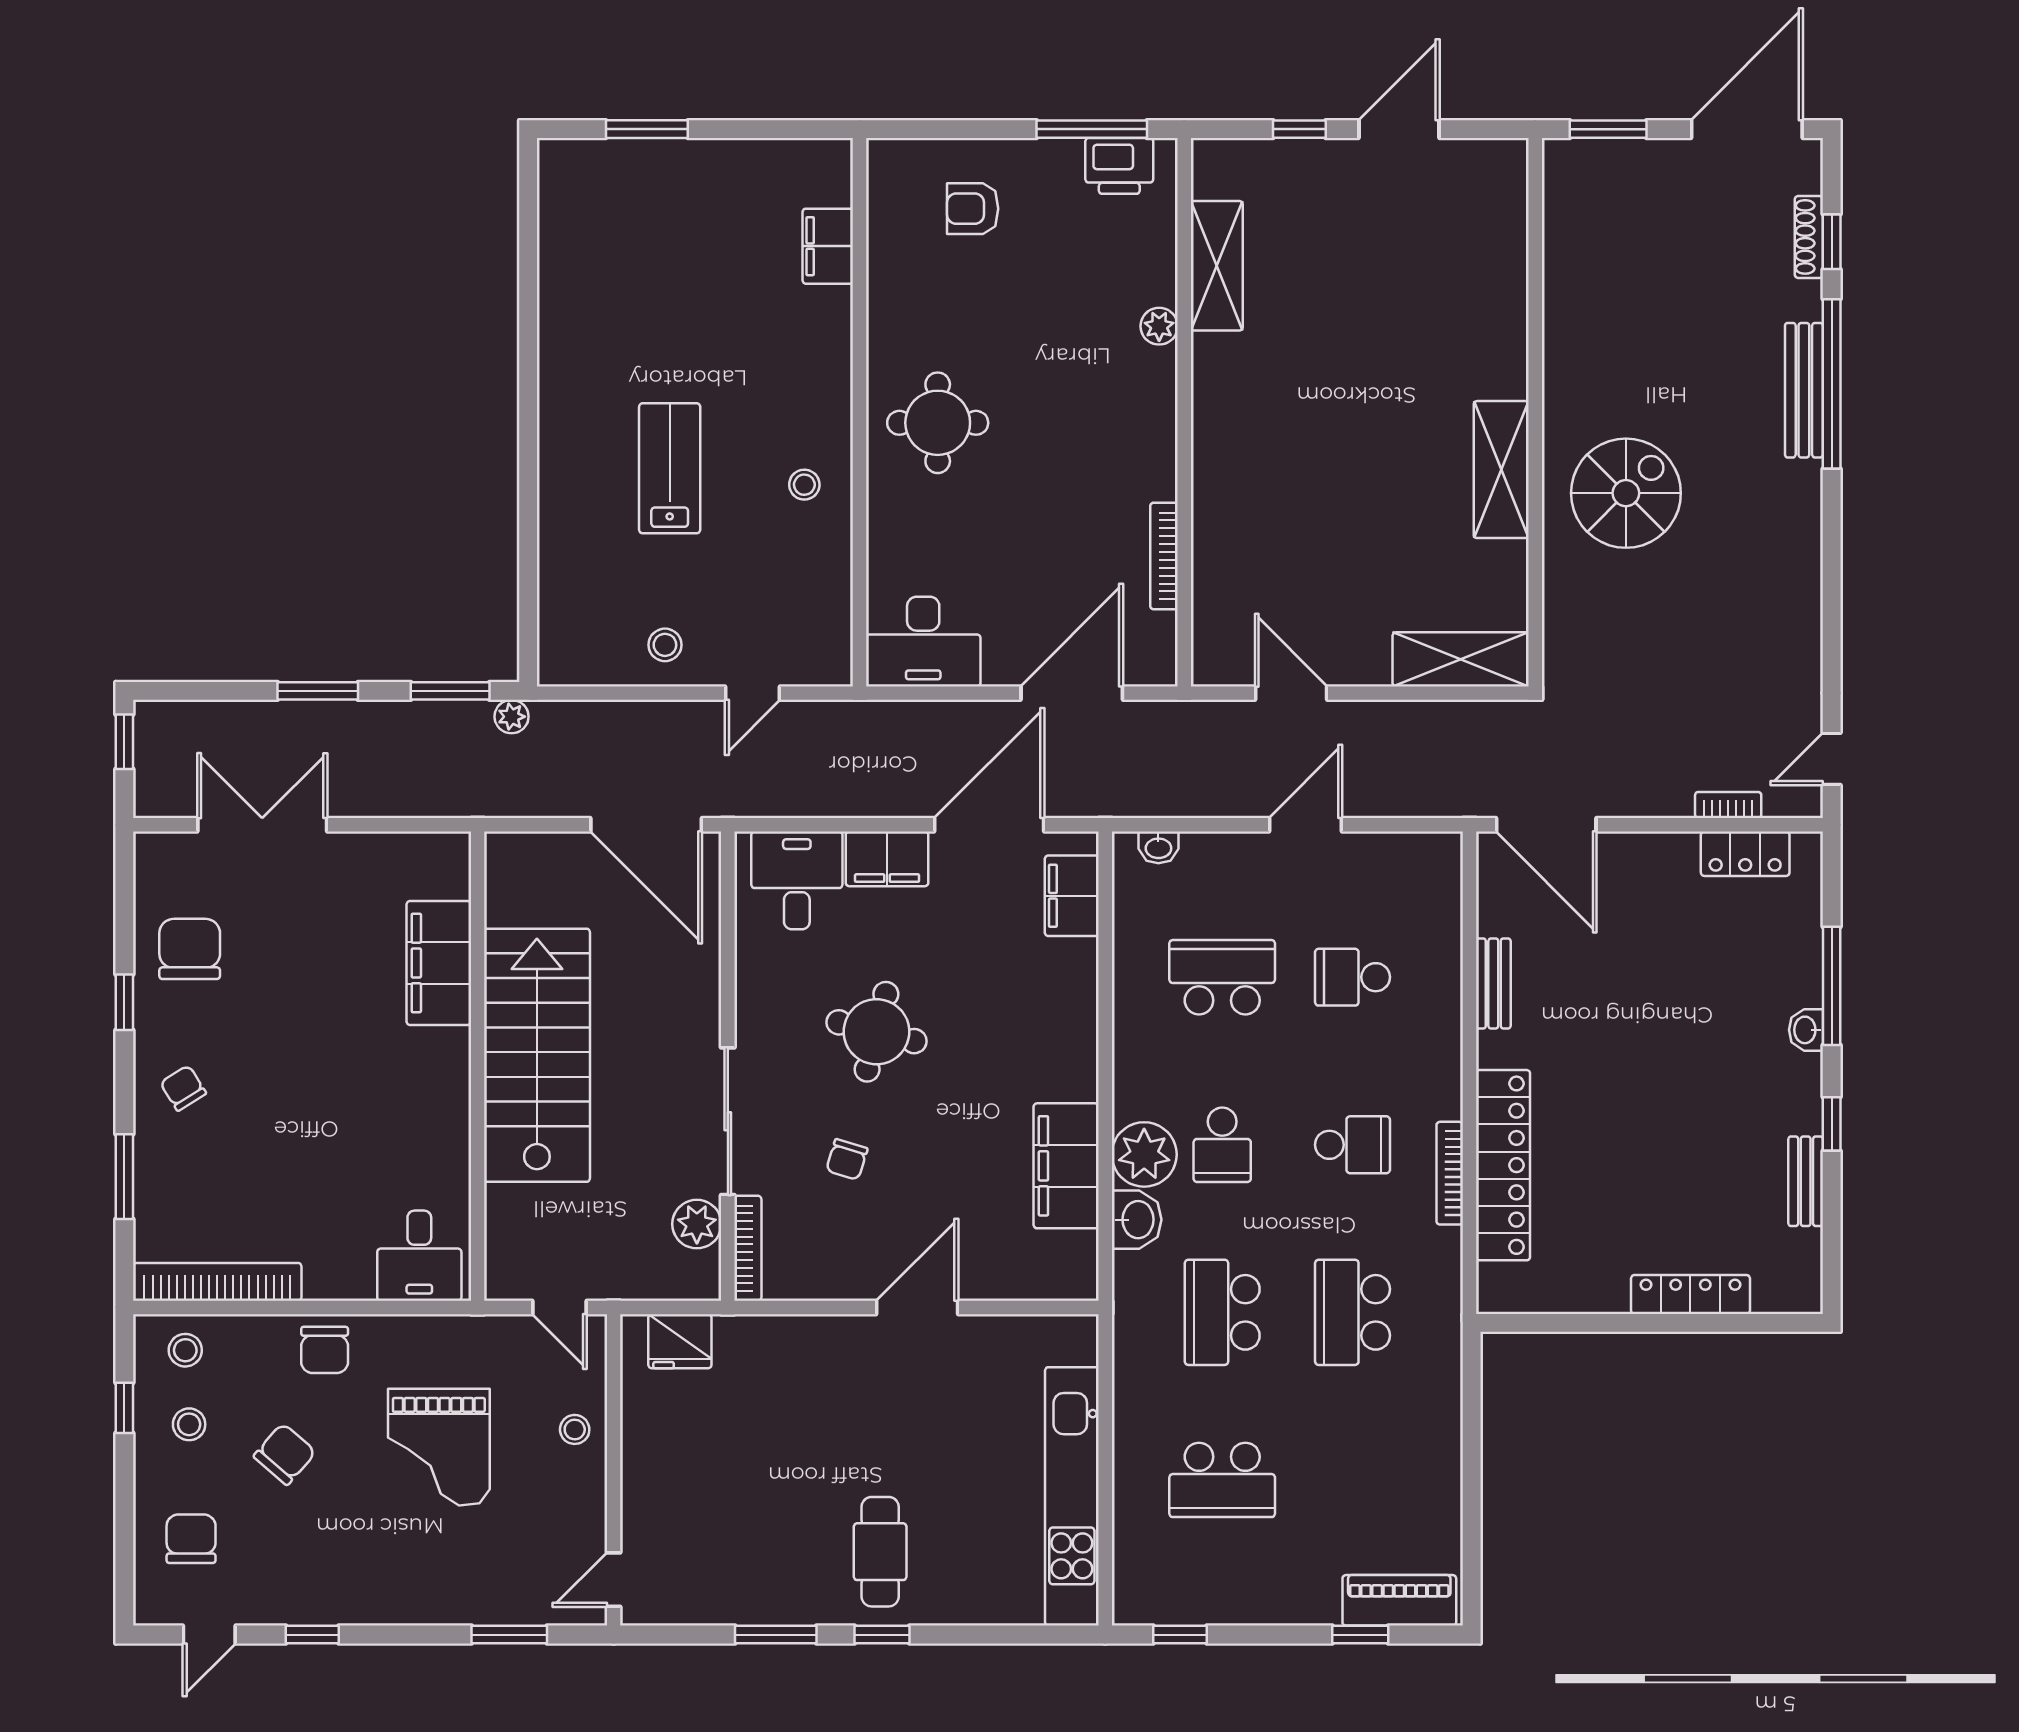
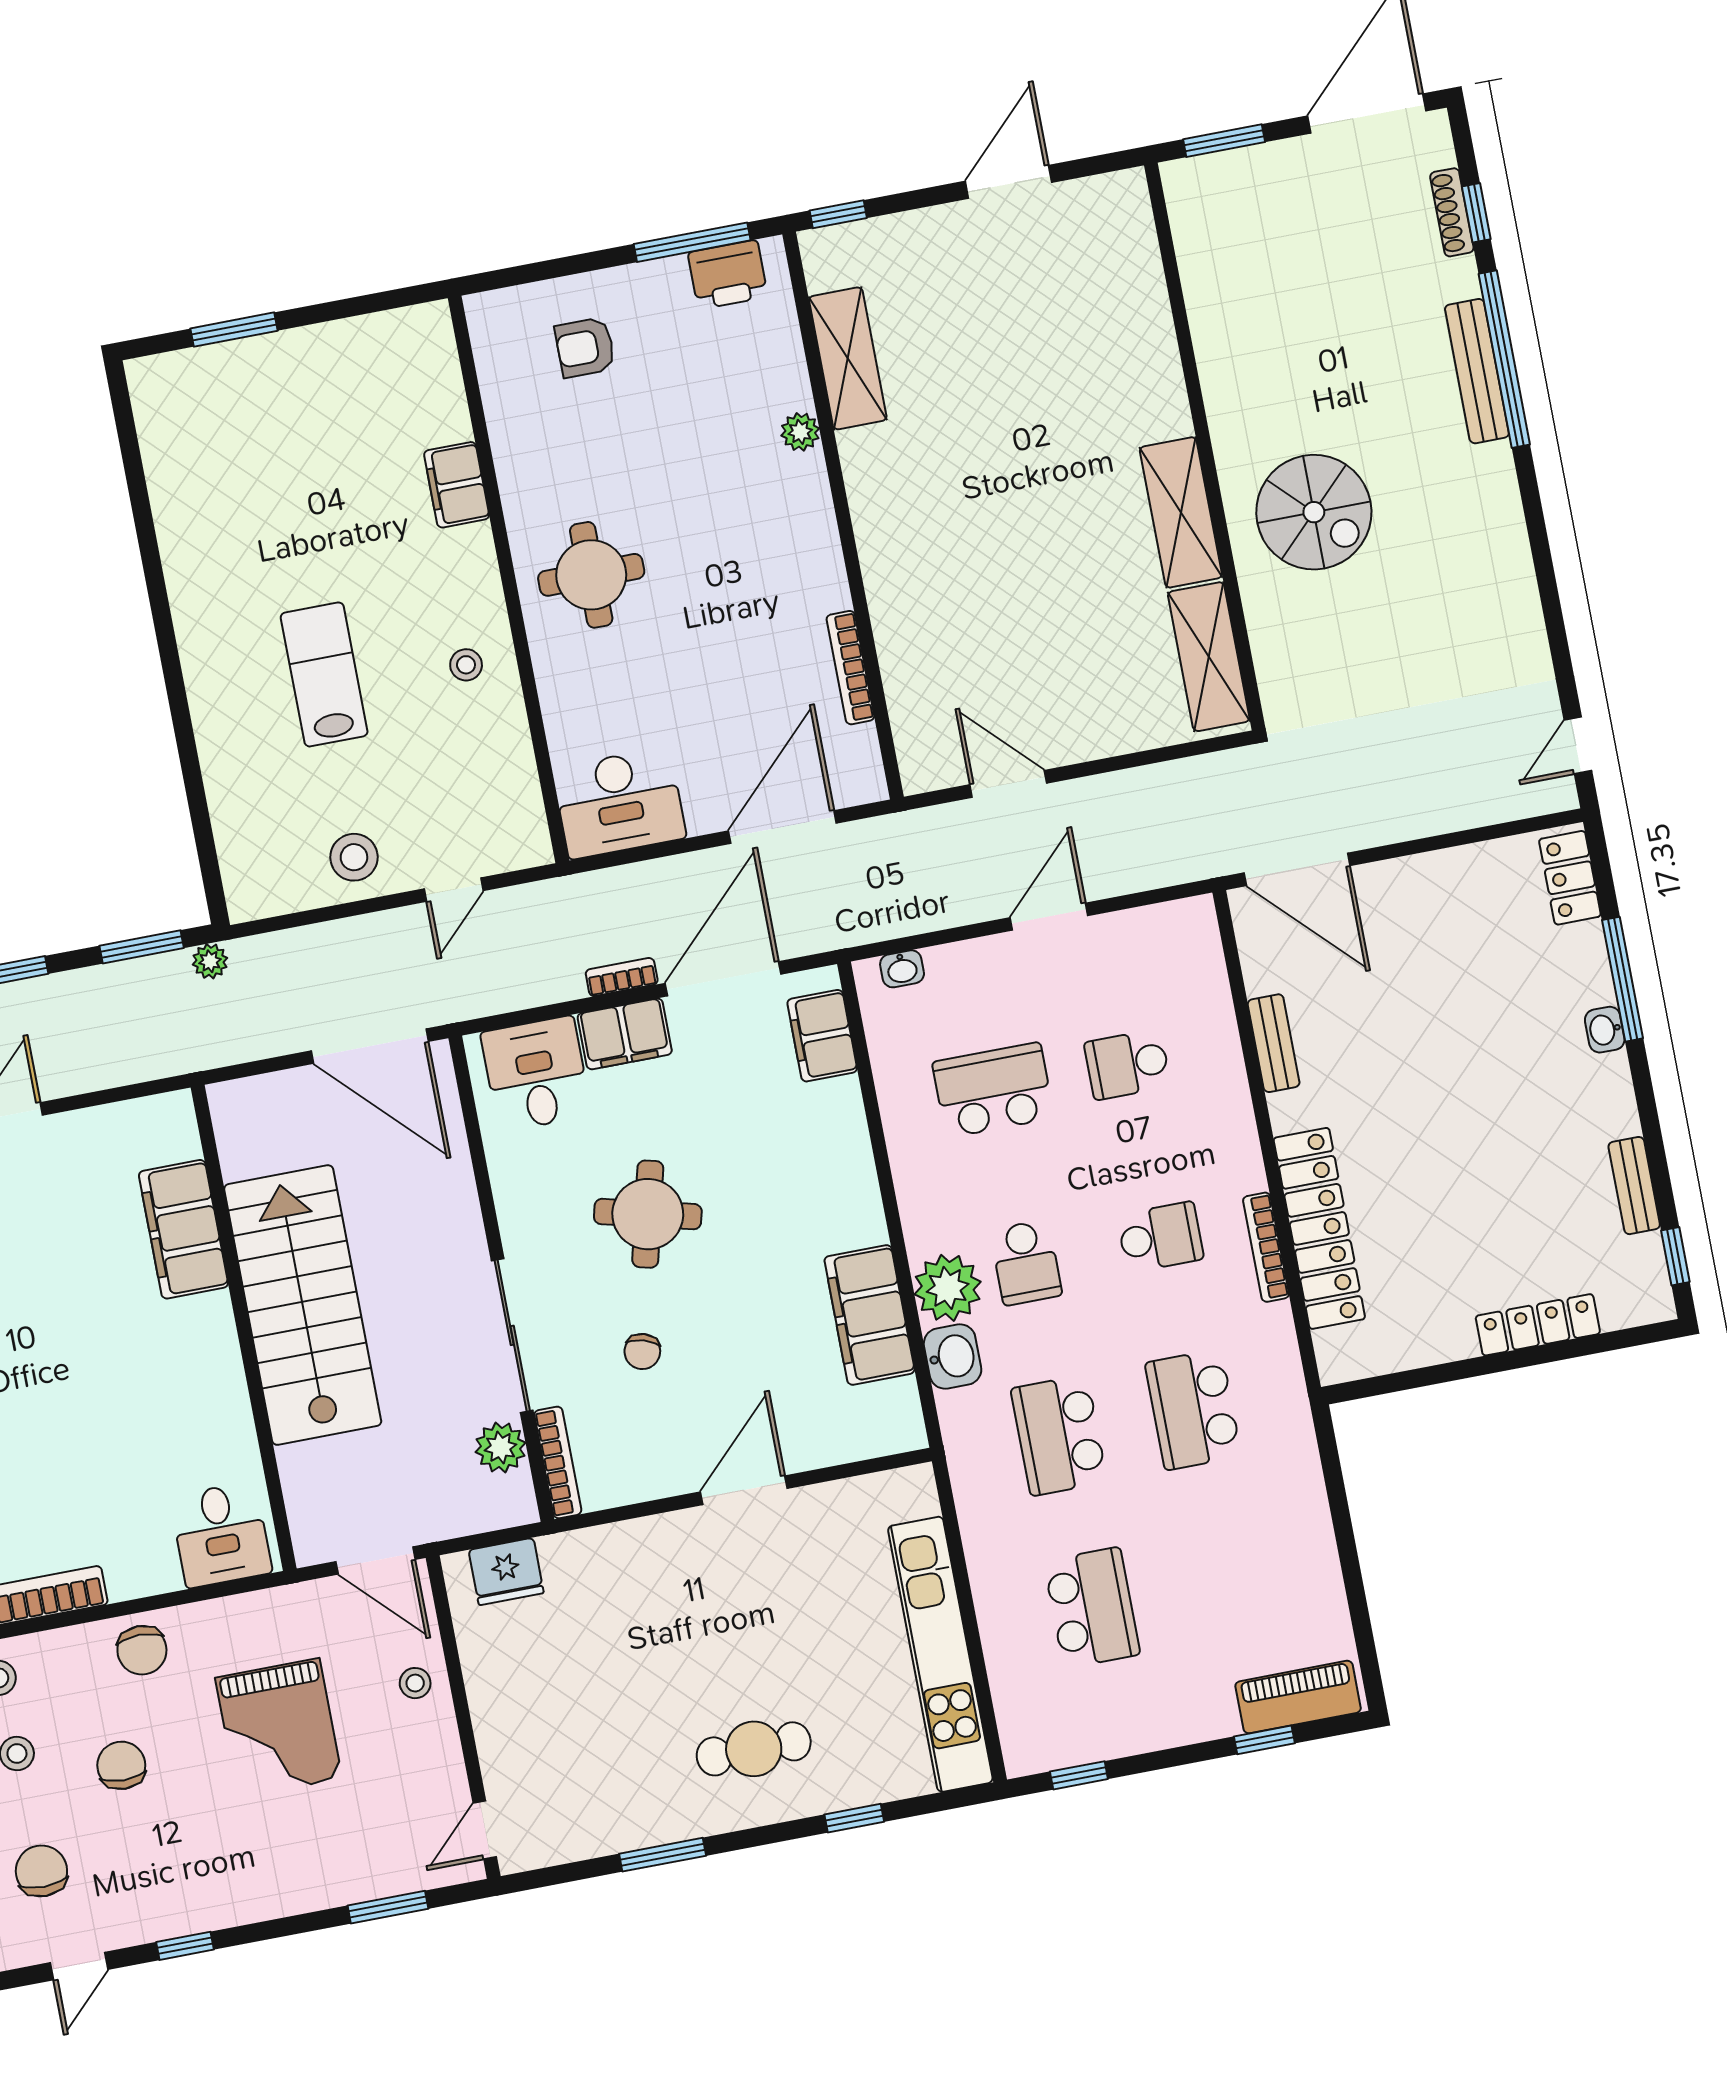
window: (1299, 129) -> (838, 214), moved
filing cabinet: (828, 246) -> (457, 485), moved
spiral stairs: (1626, 493) -> (1314, 512), turned 90
stool: (665, 645) -> (354, 857), width x1.37, depth x1.37
shelving: (1461, 659) -> (1209, 657), moved, turned 90
bookcase: (1728, 805) -> (622, 977), moved
locker: (1745, 854) -> (1570, 878), moved, turned 90
window: (1832, 1124) -> (1675, 1256), moved
door: (559, 1308) -> (375, 1560), width x1.38
chair: (285, 1454) -> (121, 1765), turned -40
school desk: (1222, 1480) -> (1092, 1608), turned -90
cafe table: (880, 1552) -> (754, 1749), turned 90
window: (882, 1635) -> (854, 1818), moved

